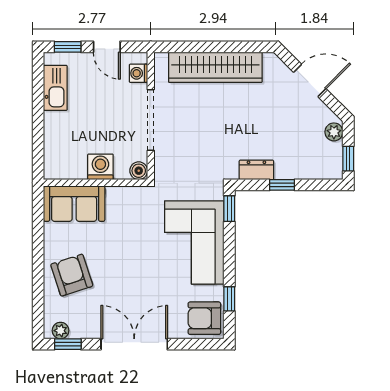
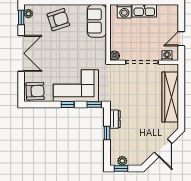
window: (68, 47) -> (181, 17), removed
kitchen sink: (55, 88) -> (144, 11), moved
plant: (334, 132) -> (122, 161), moved
washing machine: (100, 167) -> (124, 11), moved, turned 90
window: (229, 299) -> (68, 105), moved
armchair: (204, 318) -> (35, 91), turned 88

